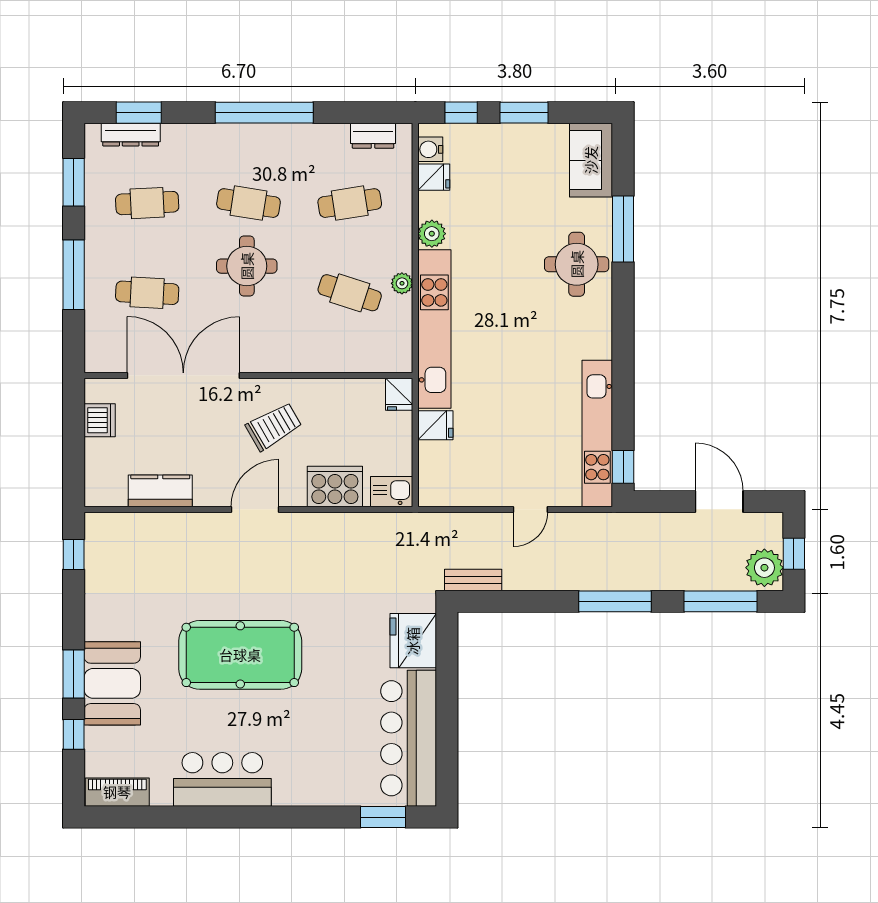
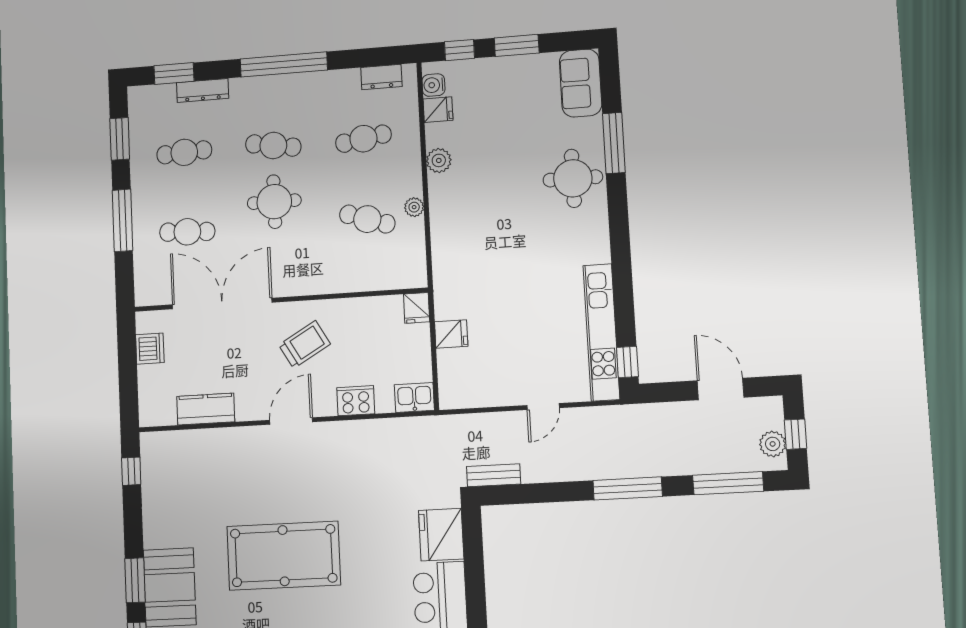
dresser: (131, 135) -> (203, 90), moved
kitchen unit: (434, 329) -> (446, 246), removed
cooker: (335, 487) -> (356, 401), width x0.73, depth x0.76
plant: (764, 568) -> (773, 444), width x0.73, depth x0.73

